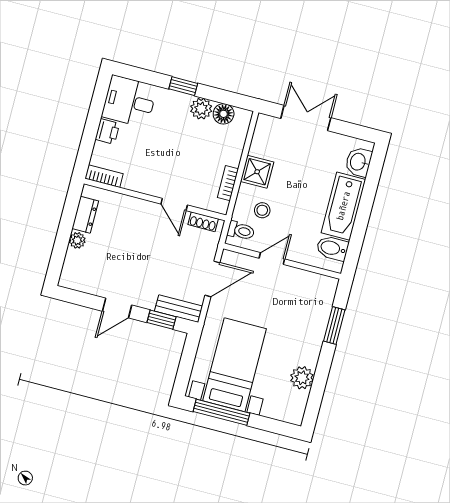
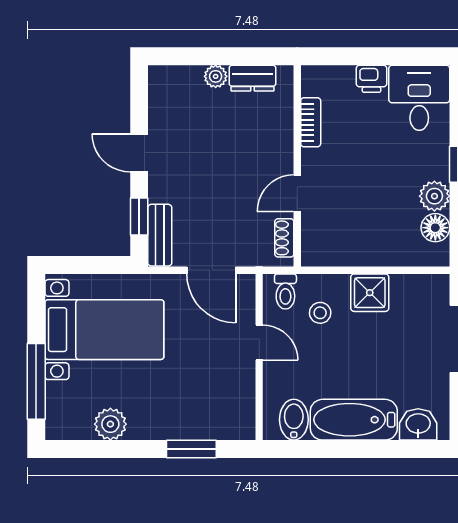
bookcase: (104, 176) -> (311, 122), moved
bookcase: (228, 183) -> (344, 258), removed
window: (221, 412) -> (36, 381), moved

